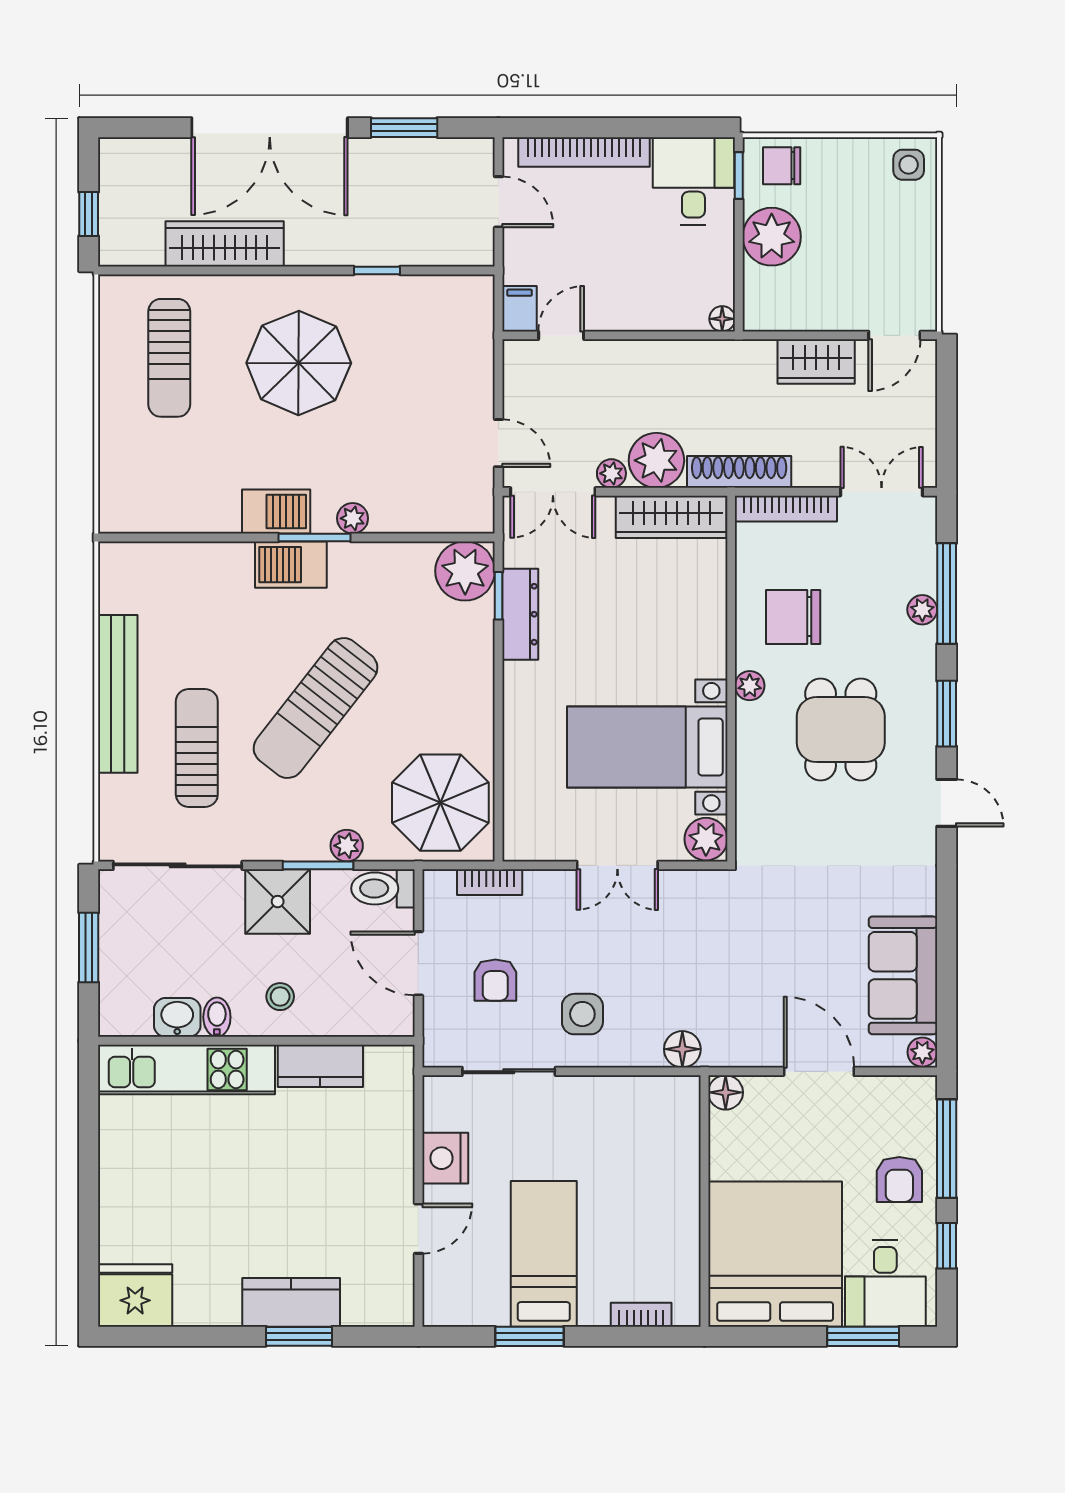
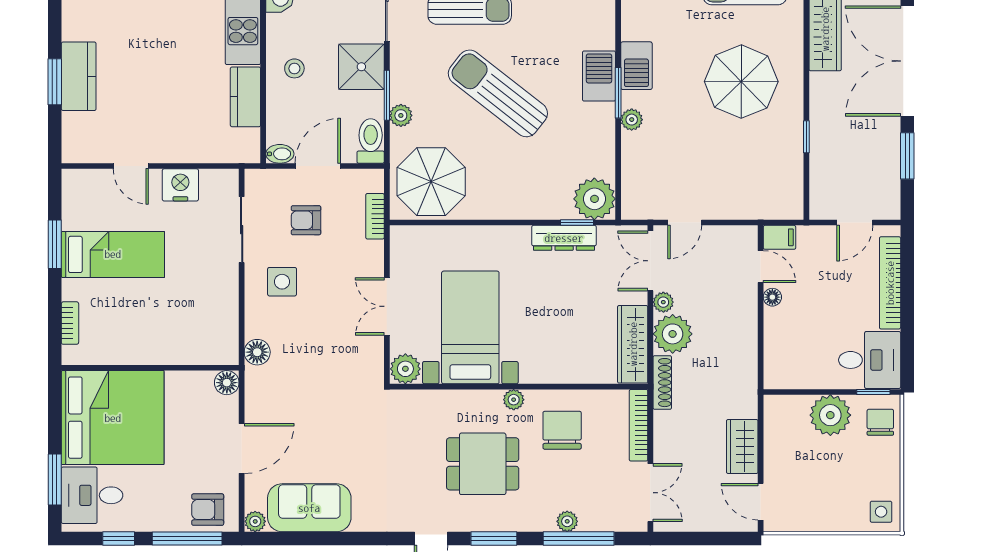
floor lamp: (722, 319) -> (772, 297), moved
shoe rack: (739, 472) -> (662, 383), width x0.74, depth x0.81
bidet: (217, 1017) -> (280, 154), moved
armchair: (899, 1179) -> (208, 510), moved

